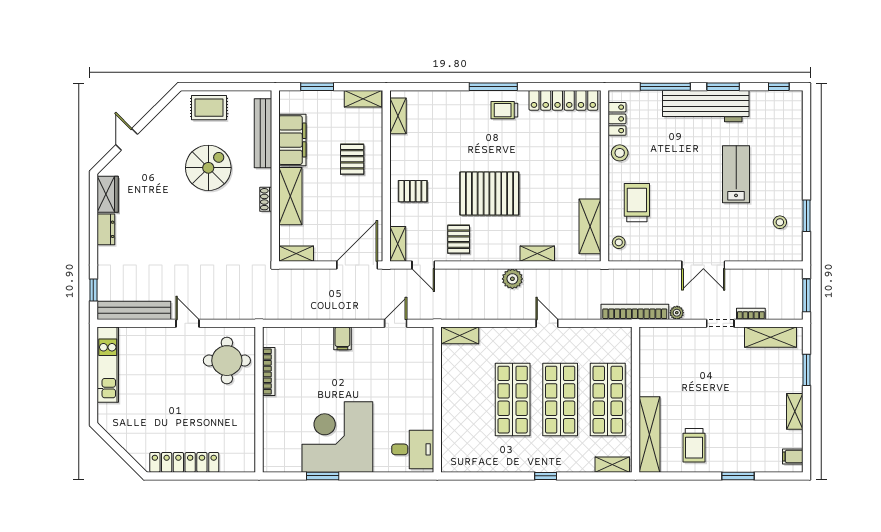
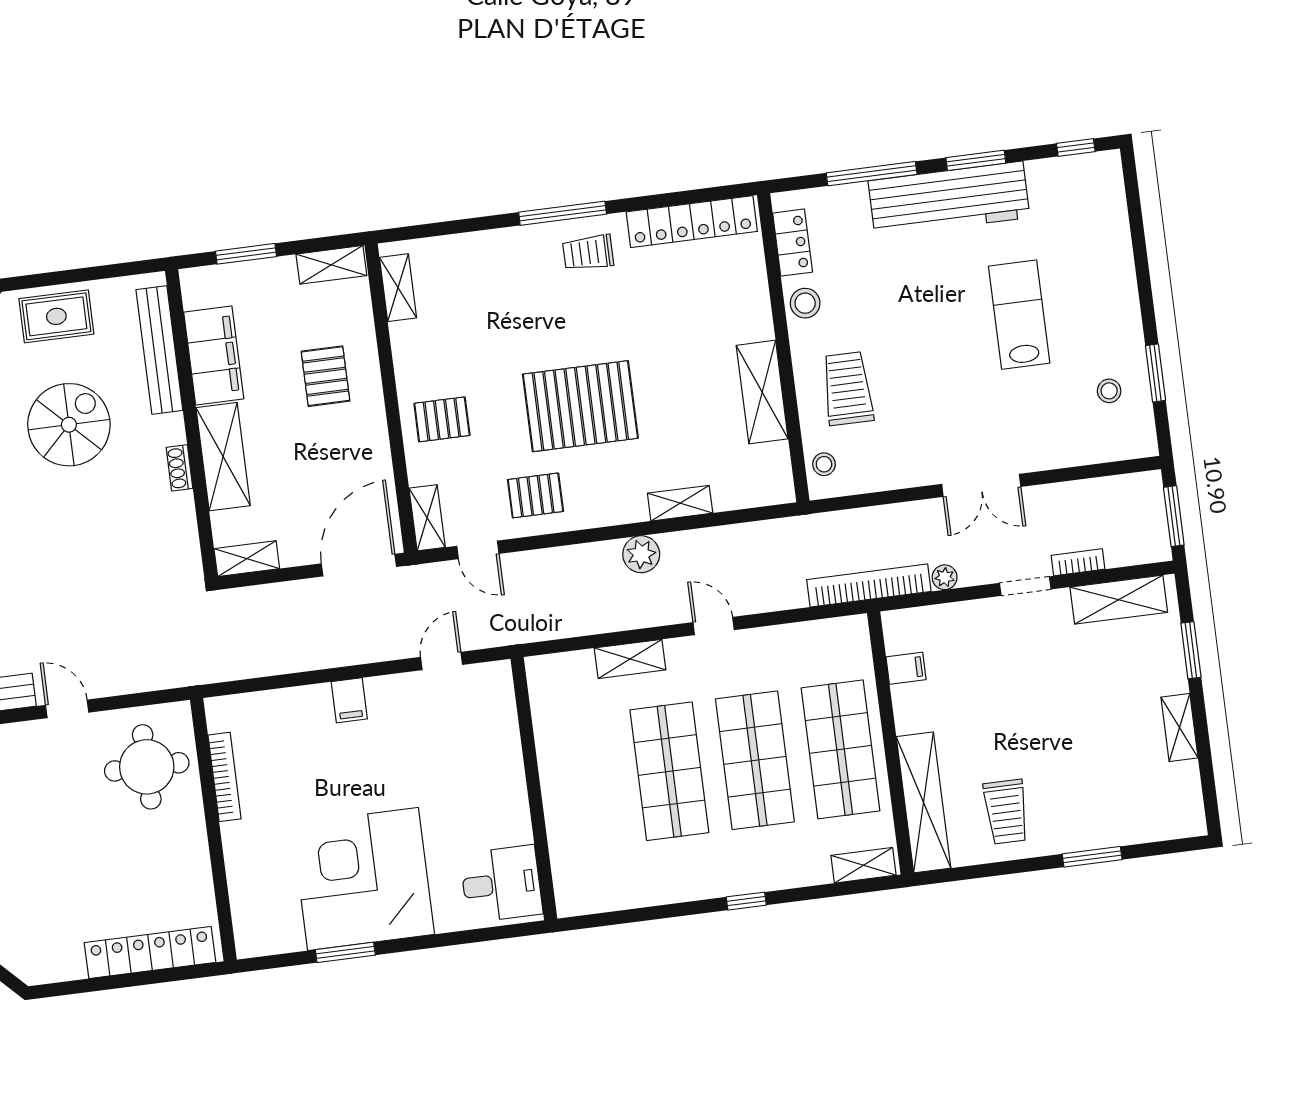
shelving: (590, 226) -> (762, 392), moved
pallet: (459, 239) -> (535, 495), turned 90
shelving: (460, 335) -> (630, 659), moved
filing cabinet: (793, 456) -> (906, 668), moved, turned 180
locker: (184, 462) -> (150, 953), moved

